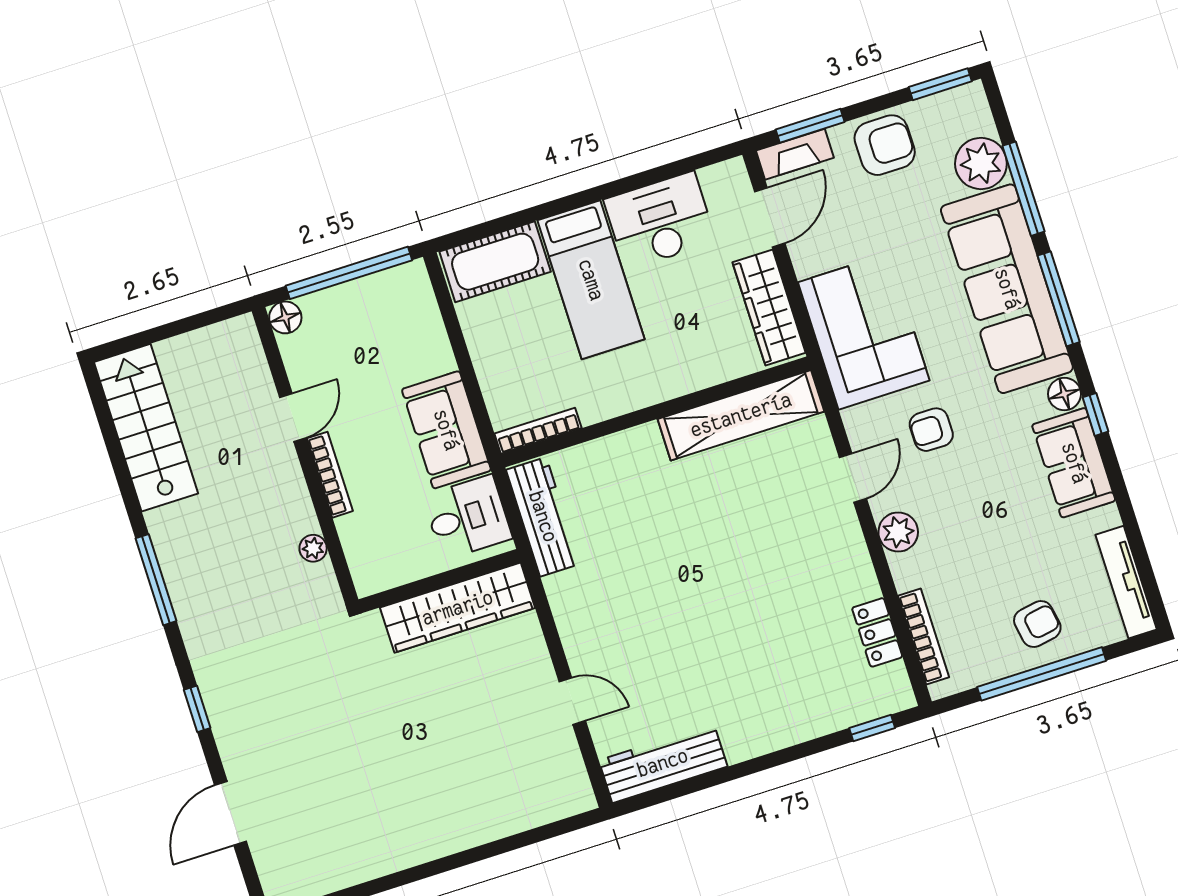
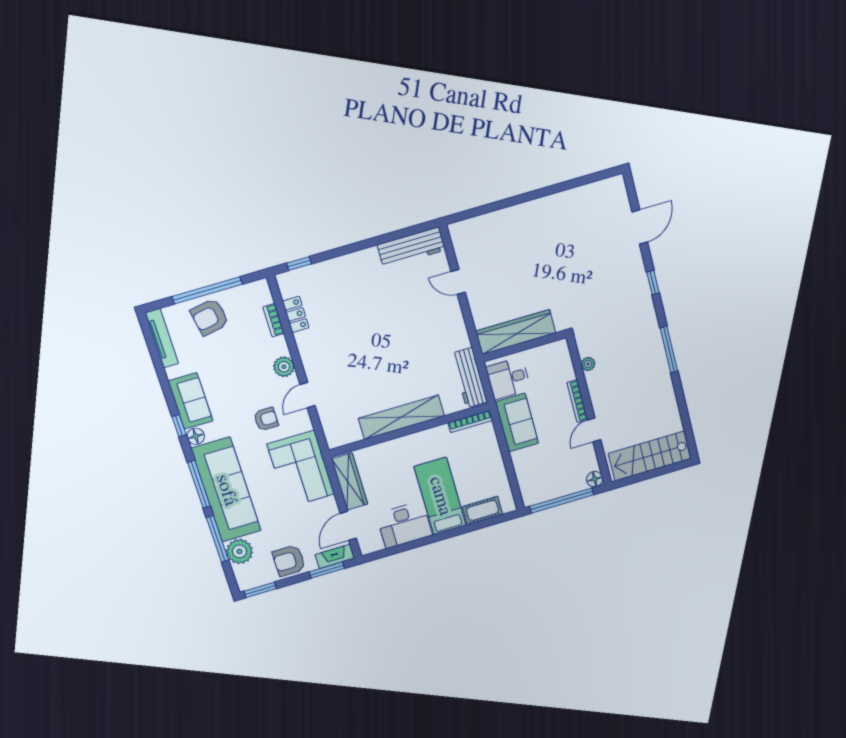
cot: (495, 262) -> (482, 510), width x0.73, depth x0.75
shelving: (741, 415) -> (401, 417), moved
stairs: (146, 428) -> (650, 456), moved, turned 90
armchair: (1037, 624) -> (210, 317), width x1.38, depth x1.38
bookcase: (923, 637) -> (274, 320), width x0.64

